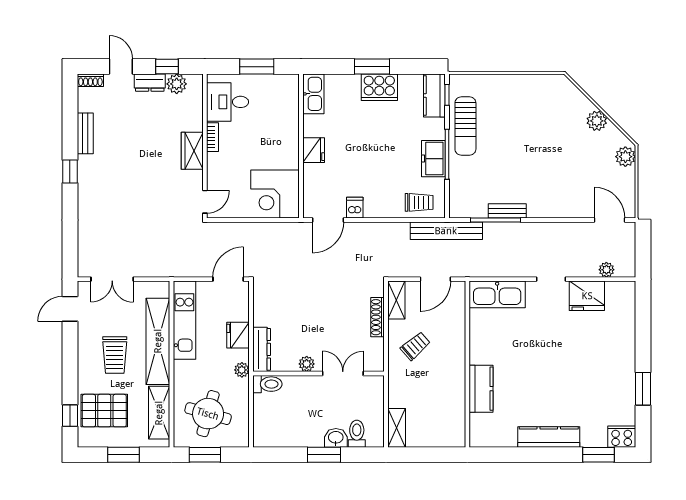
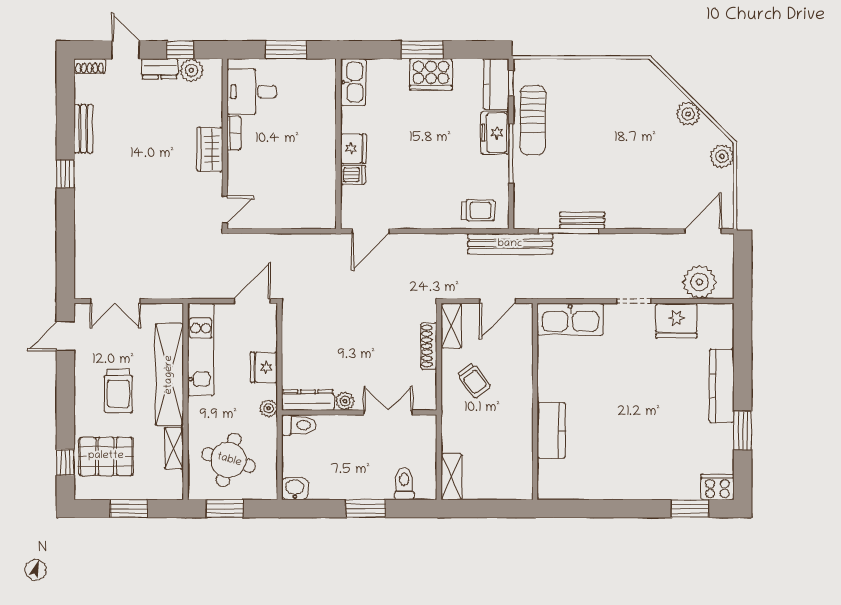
freezer: (433, 159) -> (495, 133), moved
corner desk: (275, 194) -> (308, 201), removed
dishwasher: (355, 208) -> (353, 175), moved, turned 90
door: (610, 220) -> (703, 231), hinge flipped
plant: (606, 270) -> (699, 282), width x1.87, depth x1.87
trolley: (415, 346) -> (474, 380), turned 93
dresser: (262, 349) -> (308, 400), moved, turned -90
shelving: (159, 413) -> (174, 448), width x0.67, depth x0.75
kitchen counter: (549, 437) -> (722, 386), moved, turned -90
washbasin: (336, 438) -> (295, 489), moved

